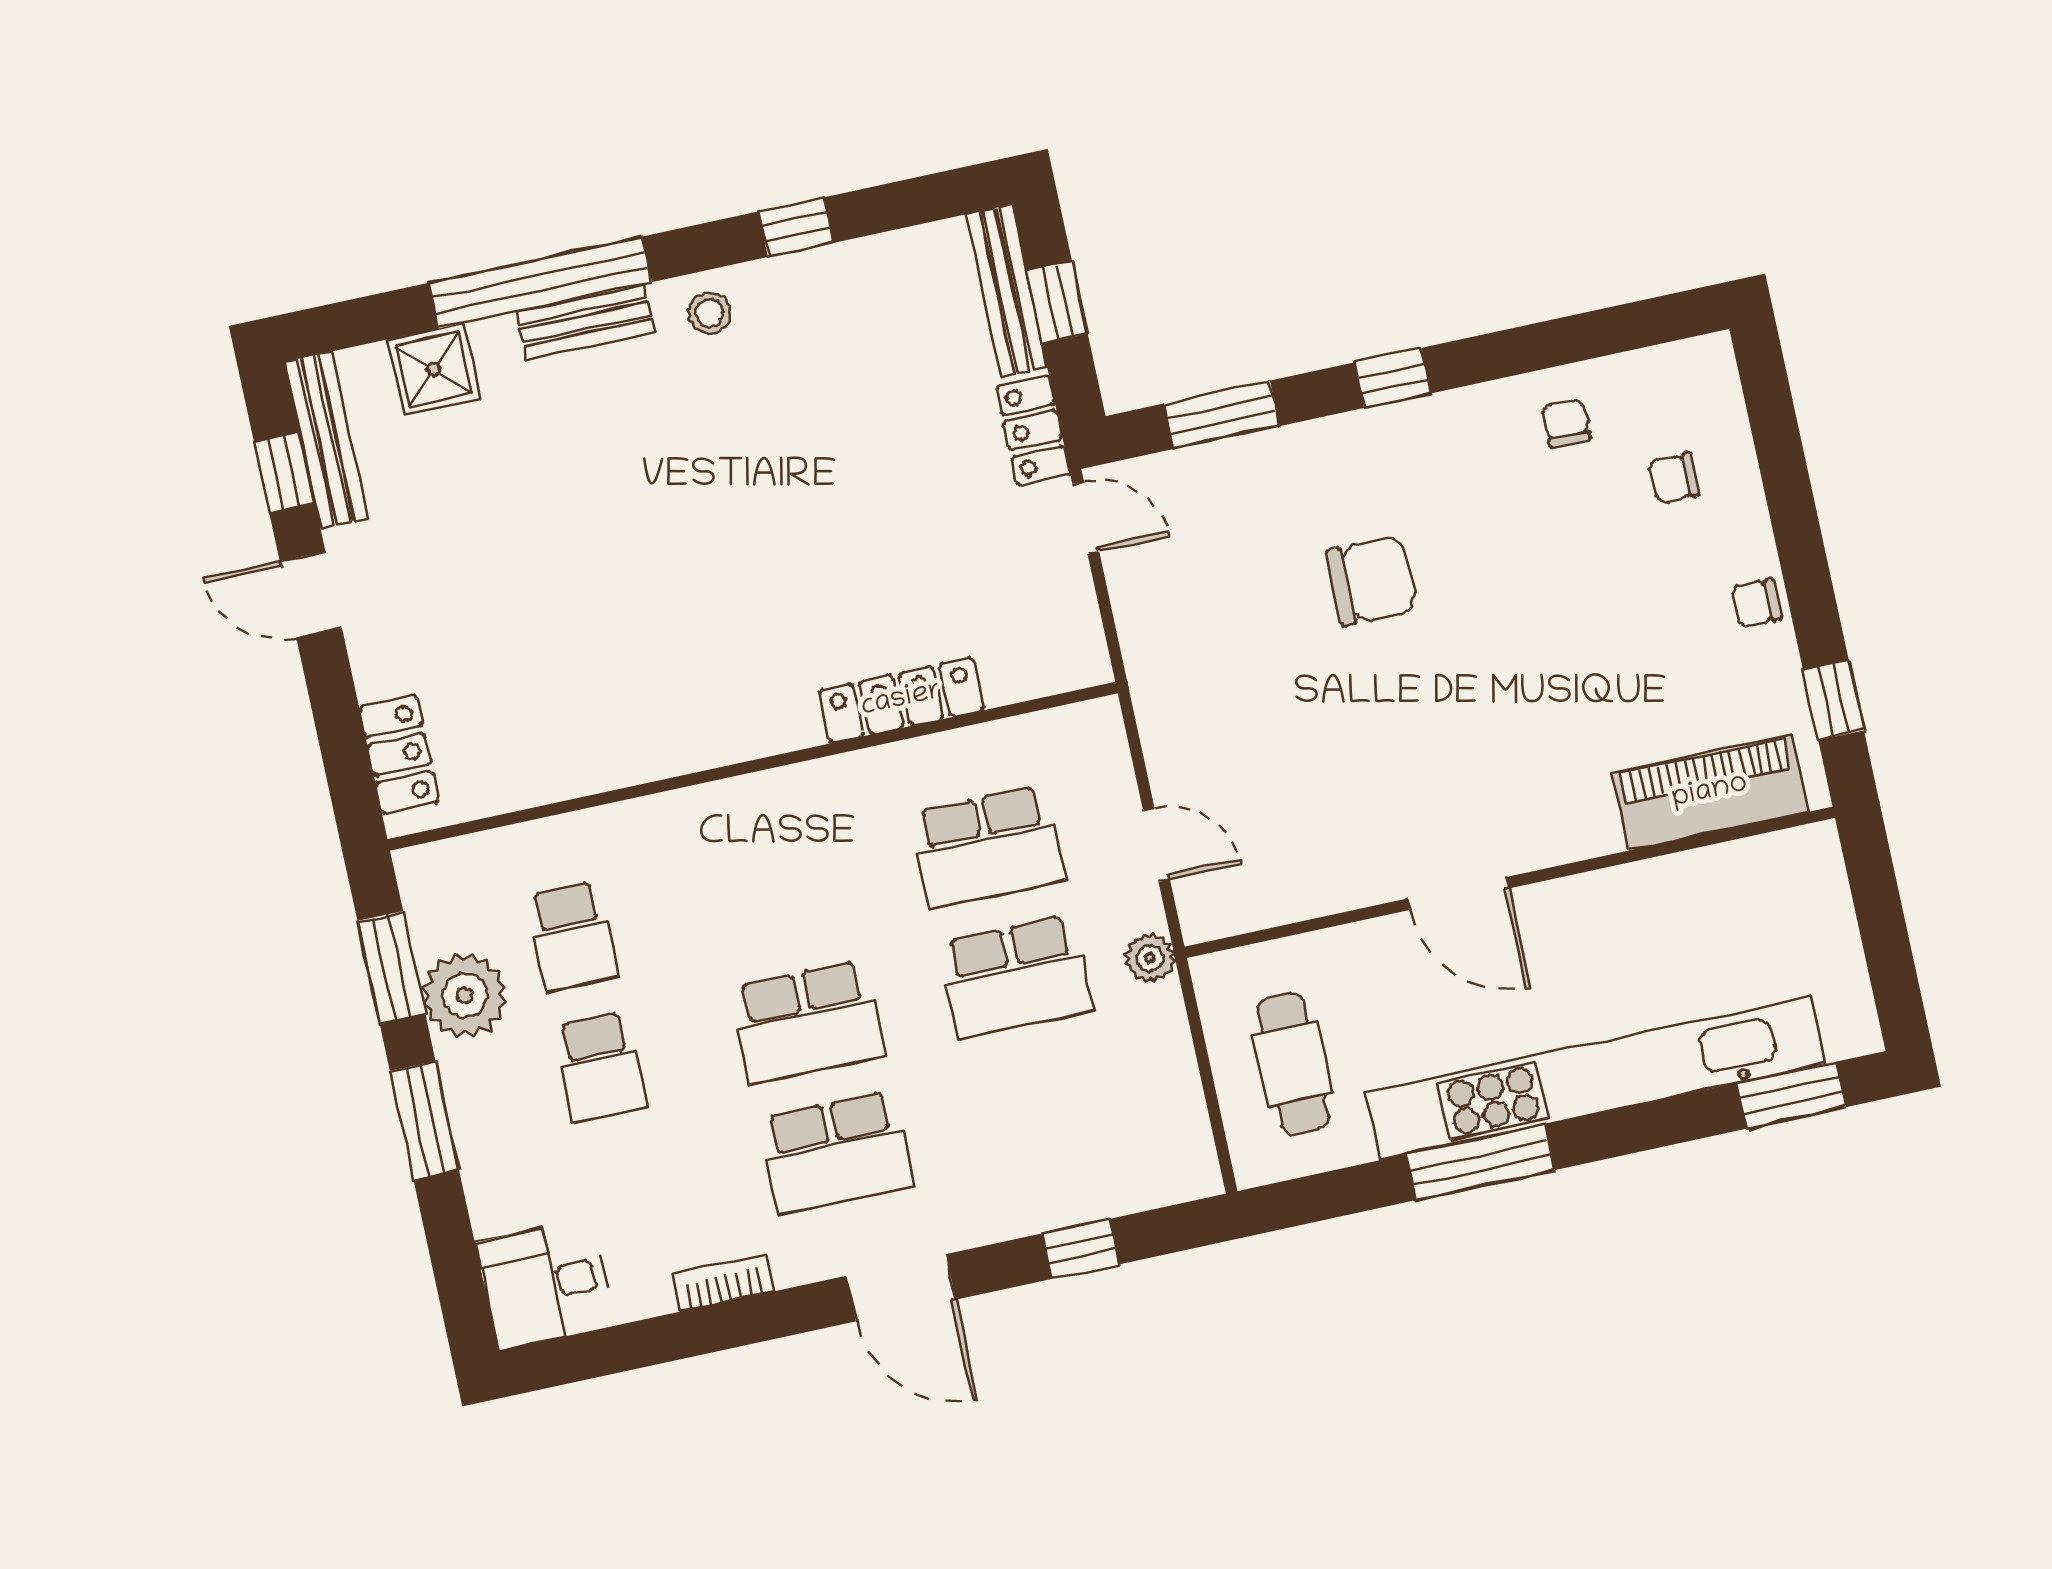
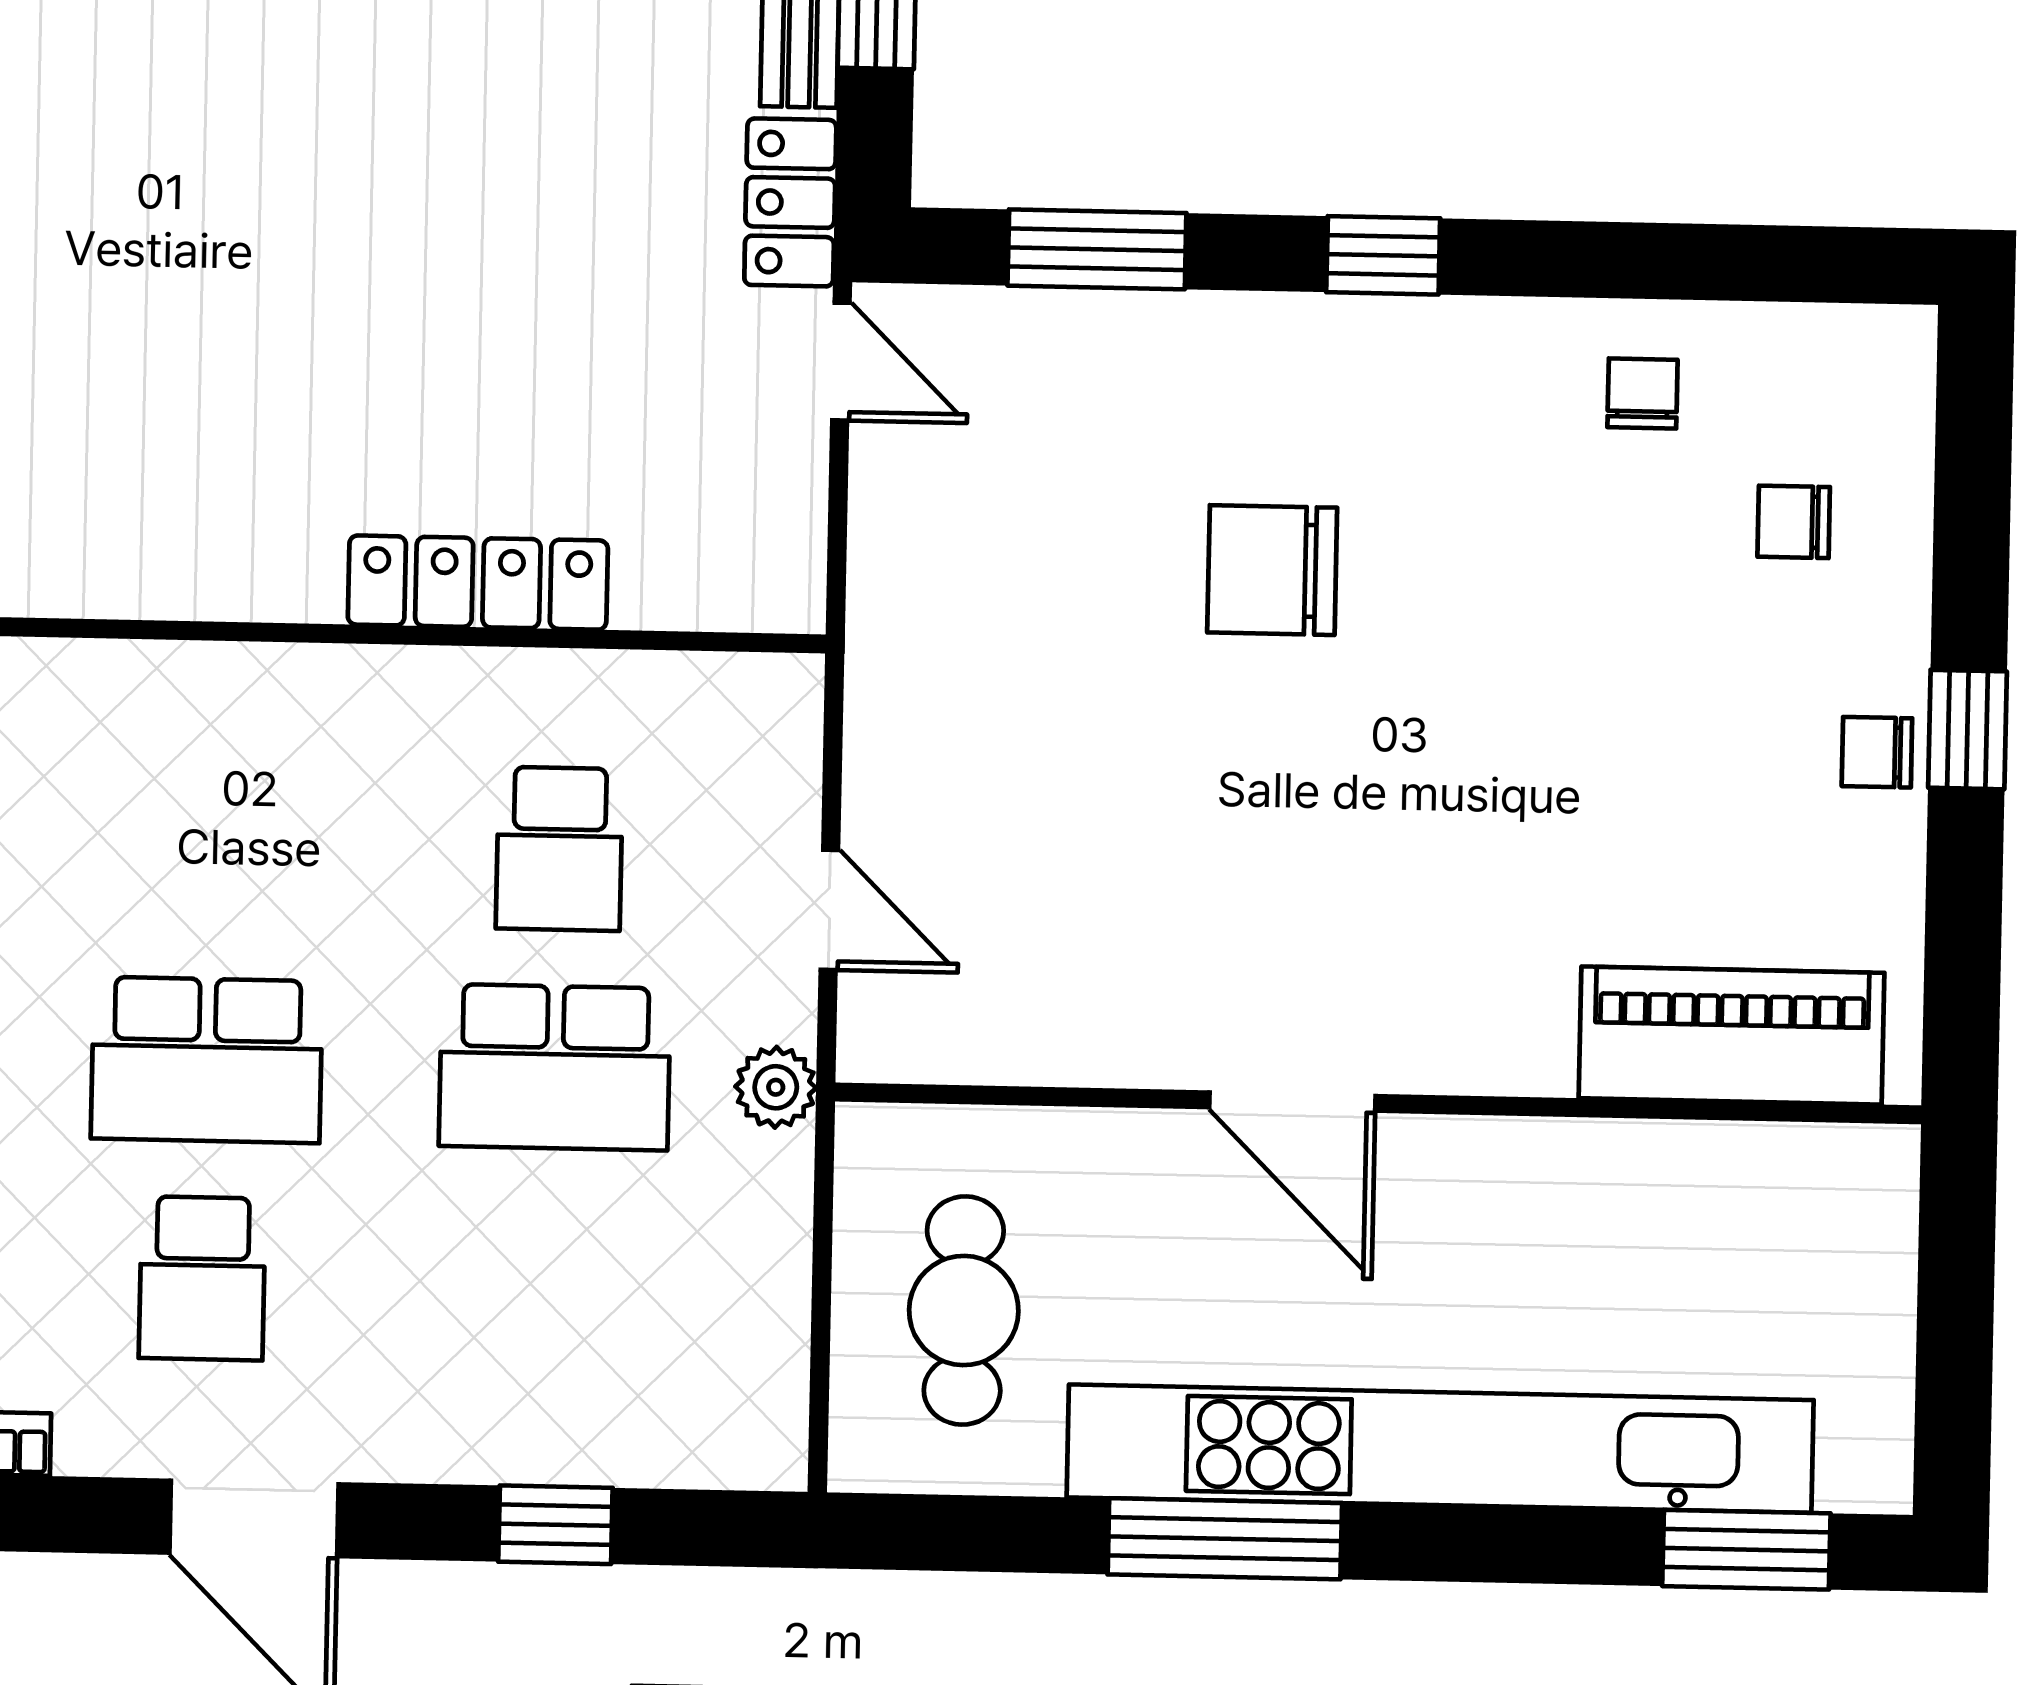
chair: (1371, 580) -> (1272, 570), turned 180
window: (1833, 700) -> (1967, 730), moved
school desk: (987, 847) -> (559, 849), width x0.54
school desk: (836, 1152) -> (202, 1278), width x0.54

